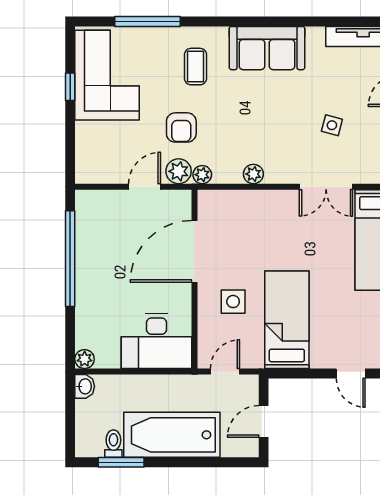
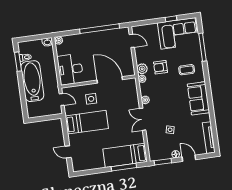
door: (145, 187) -> (132, 41), moved
double door: (326, 187) -> (143, 119), moved
door: (351, 373) -> (68, 152), hinge flipped
door: (264, 421) -> (43, 118), removed

